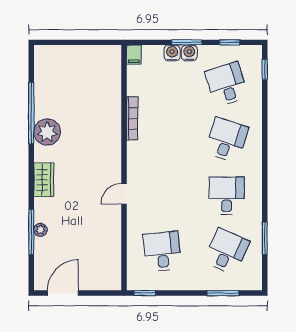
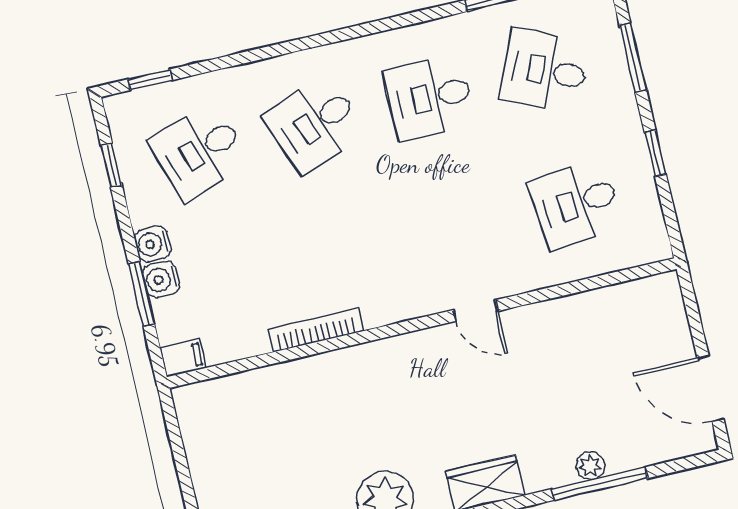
window: (187, 42) -> (142, 294), moved
desk: (227, 140) -> (314, 124), turned -39
window: (145, 293) -> (655, 153), moved

